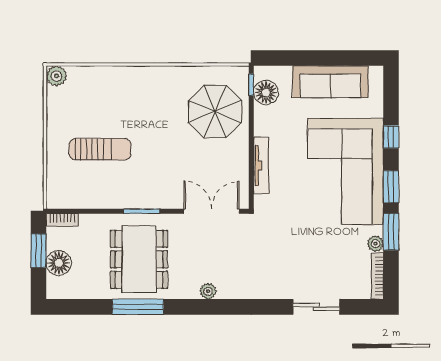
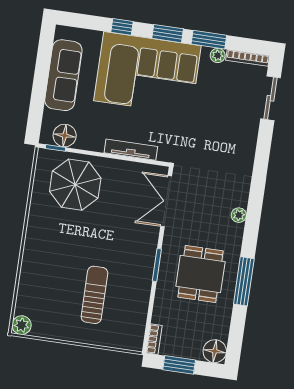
dining table: (139, 259) -> (200, 274), width x0.73
floor lamp: (59, 263) -> (215, 351), moved
sliding door: (316, 307) -> (271, 98), moved

